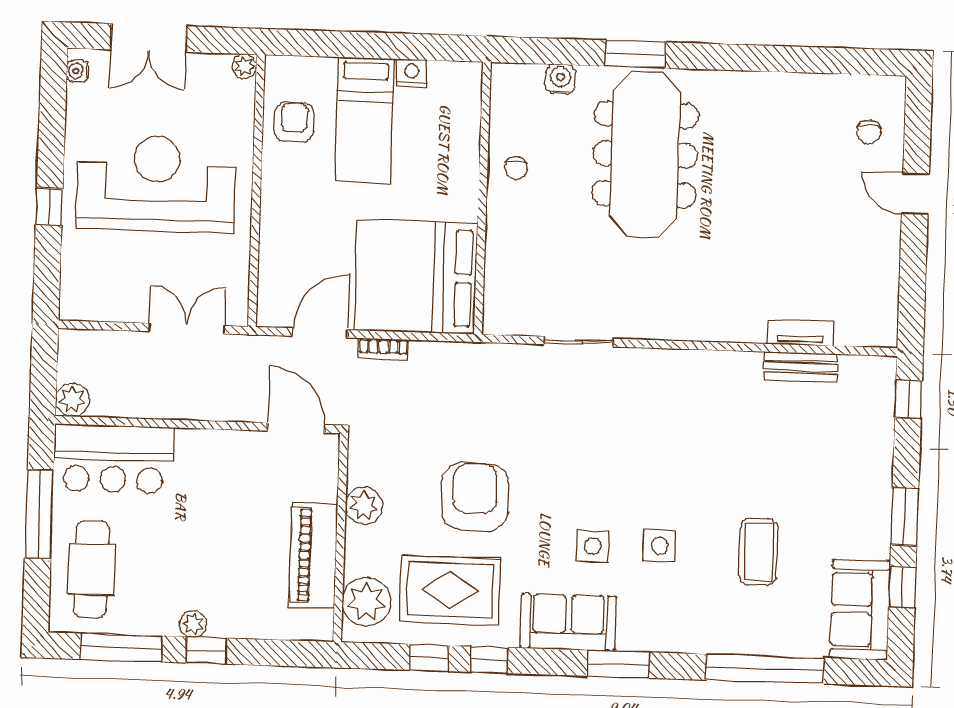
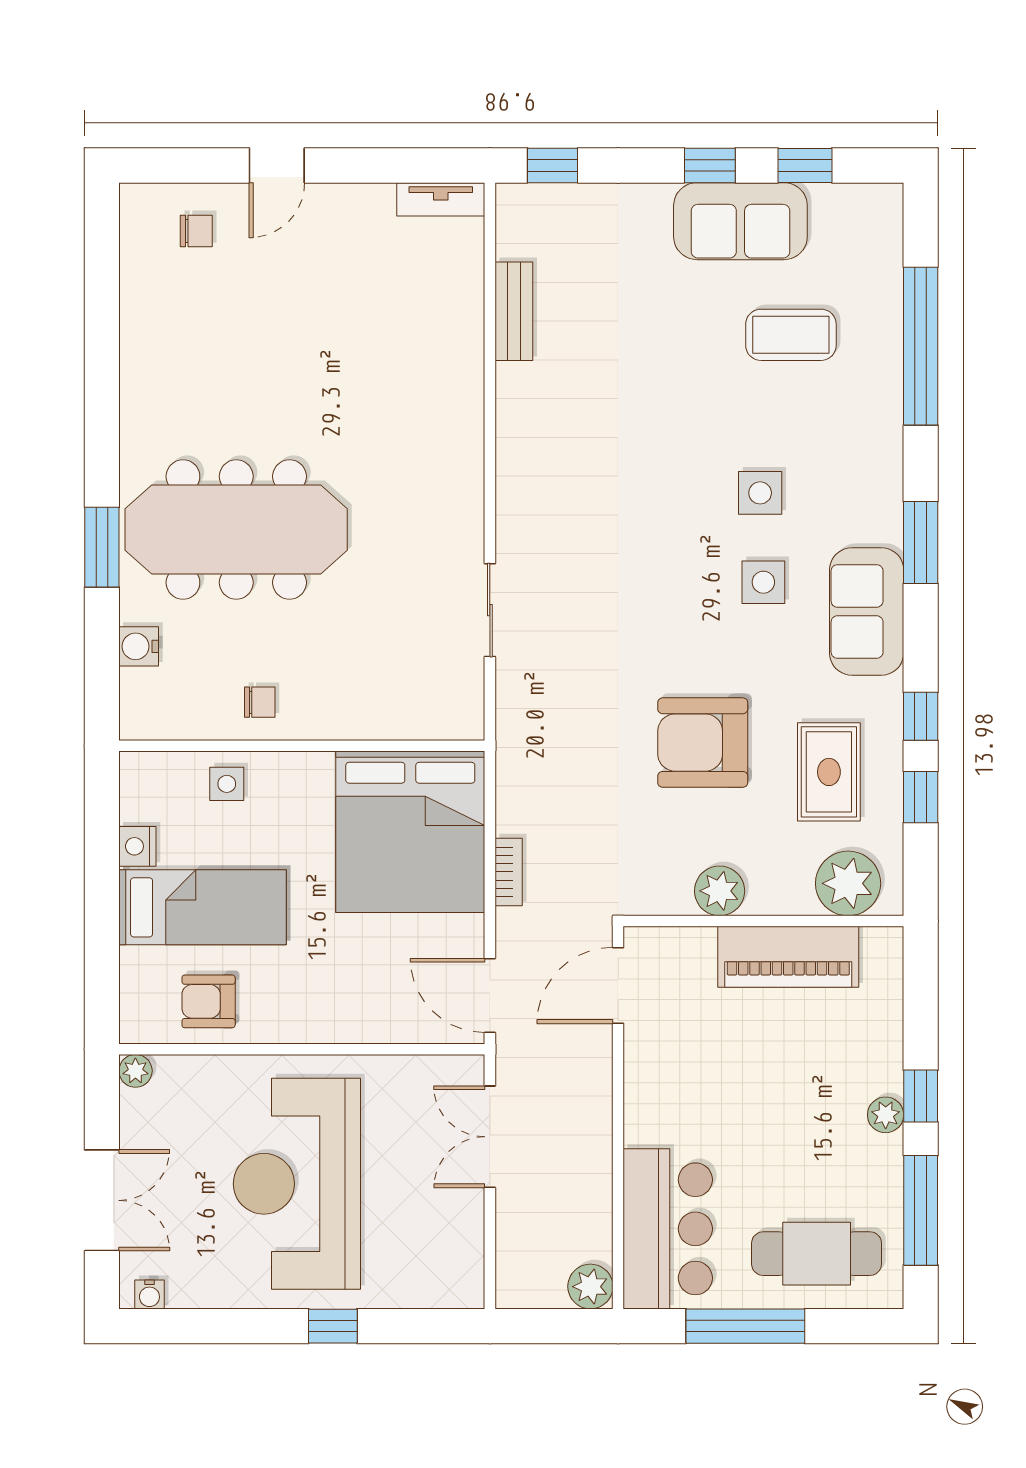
side table: (456, 141) -> (227, 784), added
door: (320, 333) -> (490, 995), moved
tv unit: (800, 333) -> (441, 199), moved, turned -90
window: (905, 516) -> (710, 165), width x0.67
coffee table: (758, 552) -> (791, 335), moved
rug: (450, 590) -> (829, 772), width x0.73, depth x0.70
sofa: (860, 610) -> (740, 221), moved

